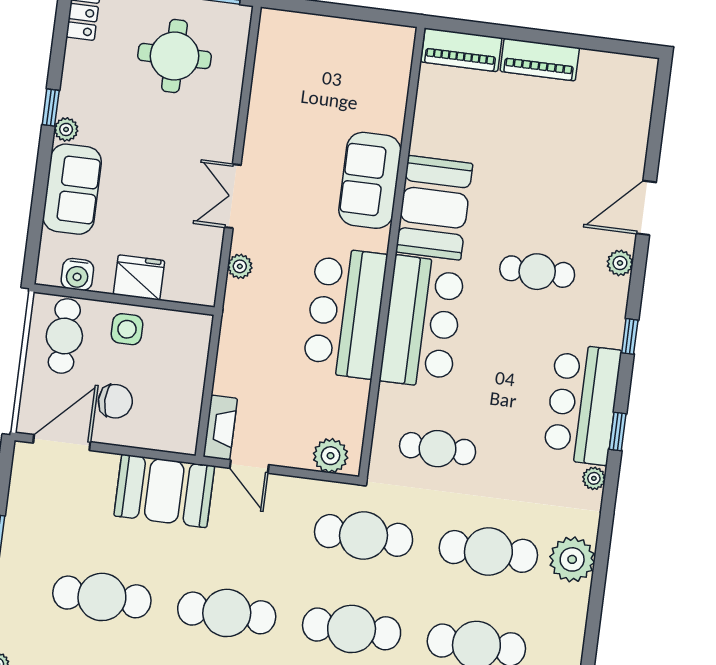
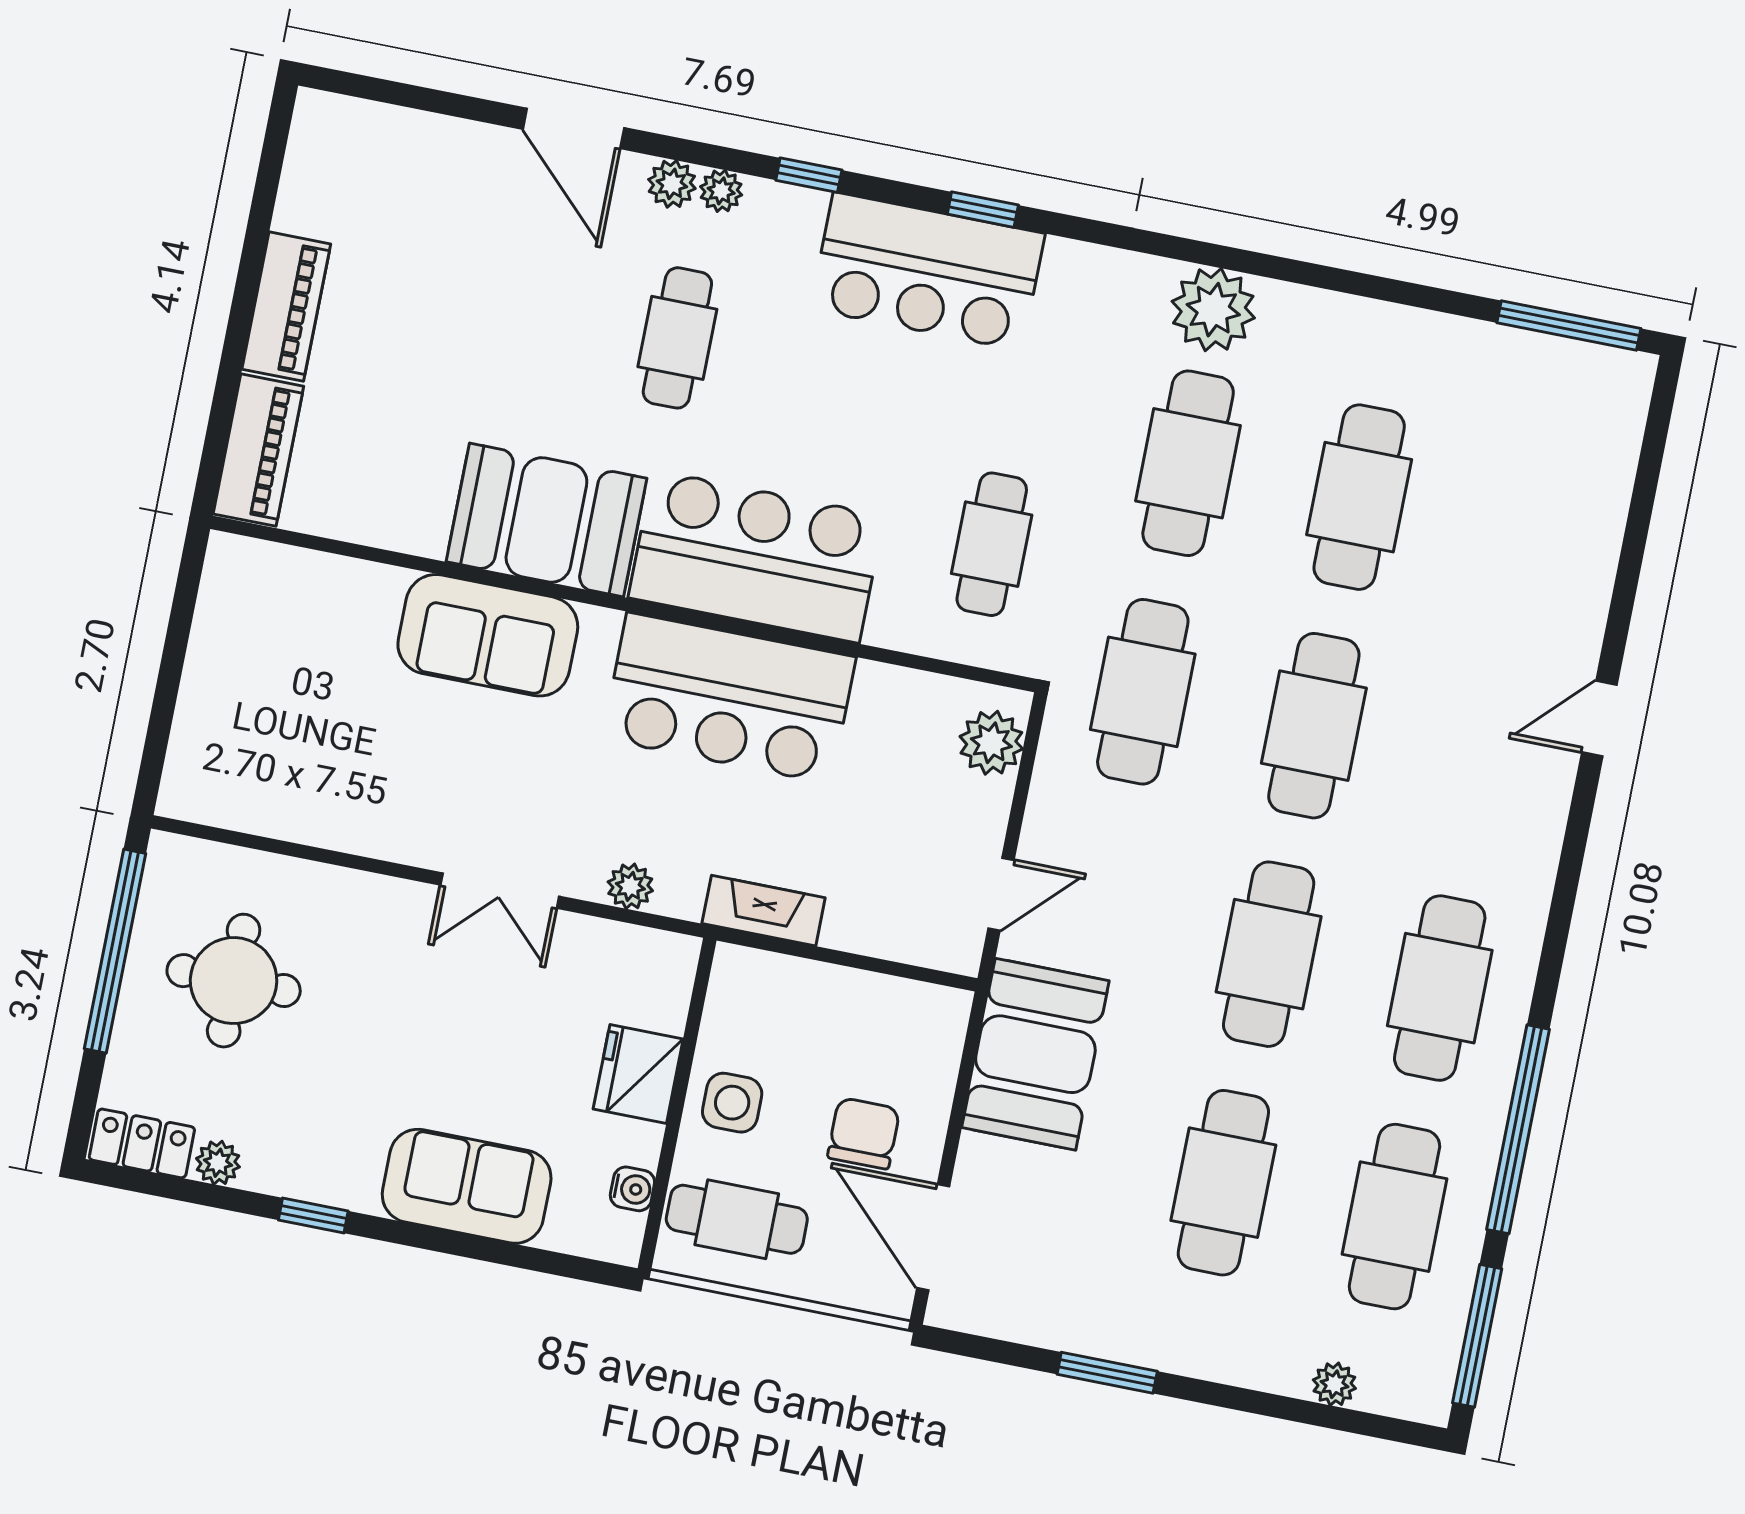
plant: (66, 129) -> (218, 1163), moved
water cooler: (77, 274) -> (632, 1189), width x0.72, depth x0.72
fireplace: (220, 428) -> (764, 911), moved
plant: (594, 478) -> (721, 191), moved

